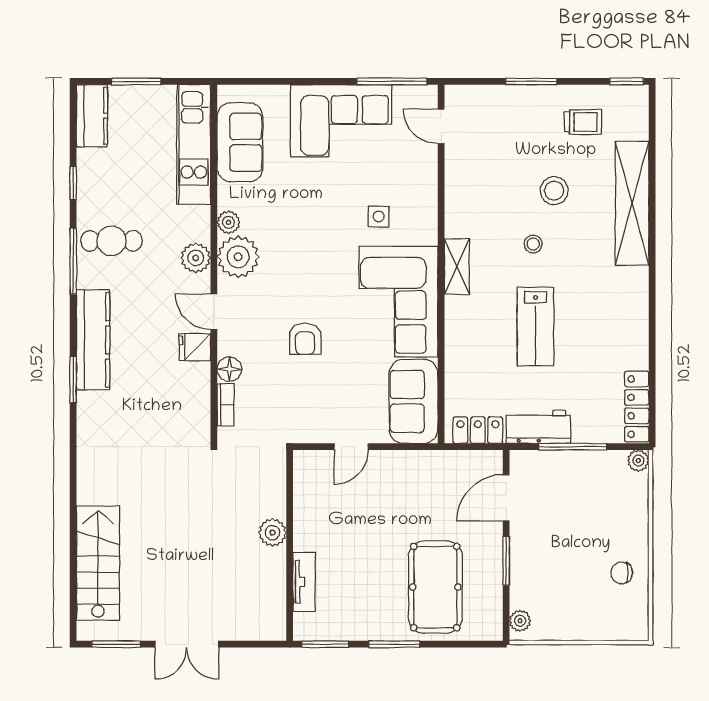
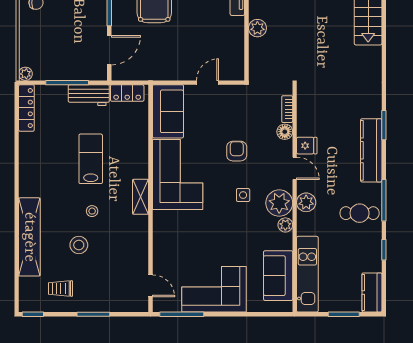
side table: (379, 216) -> (243, 195), moved

